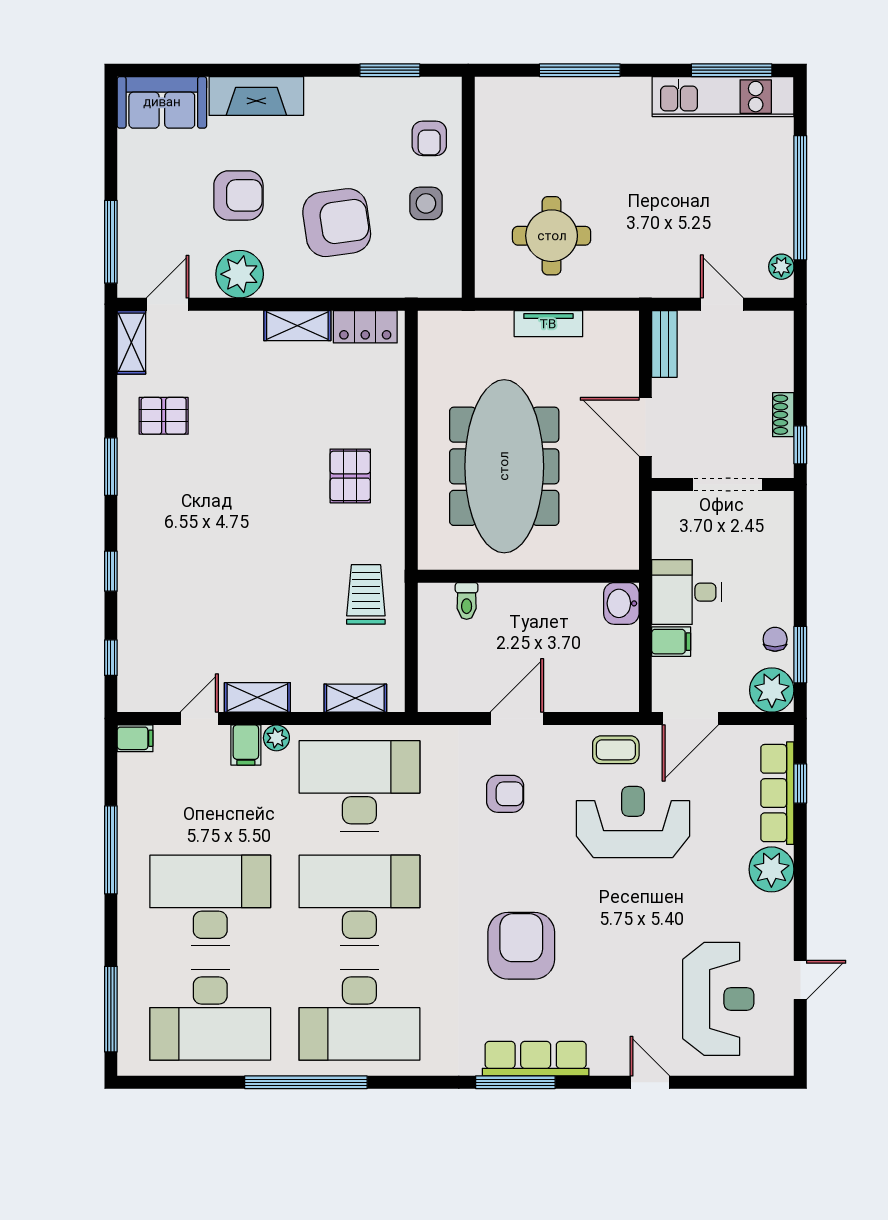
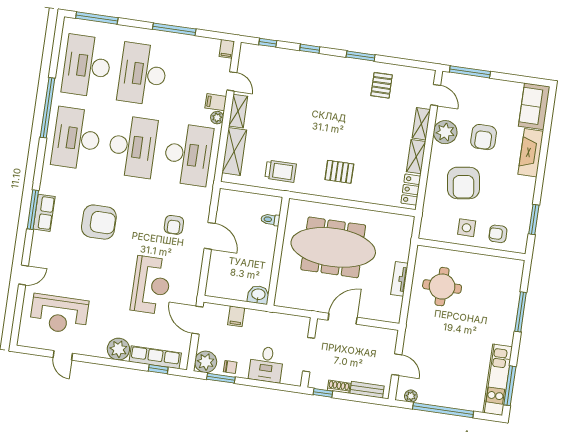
door: (722, 304) -> (397, 365), hinge flipped
shelving: (131, 342) -> (421, 124), moved, turned 90
bench: (664, 344) -> (367, 390), moved
desk: (687, 592) -> (266, 364), moved, turned 180
shelving: (355, 698) -> (234, 151), width x1.50, depth x1.33
coffee table: (616, 750) -> (188, 282), removed
desk: (210, 900) -> (143, 74), turned 180
row of seats: (536, 1059) -> (44, 213), width x0.68

